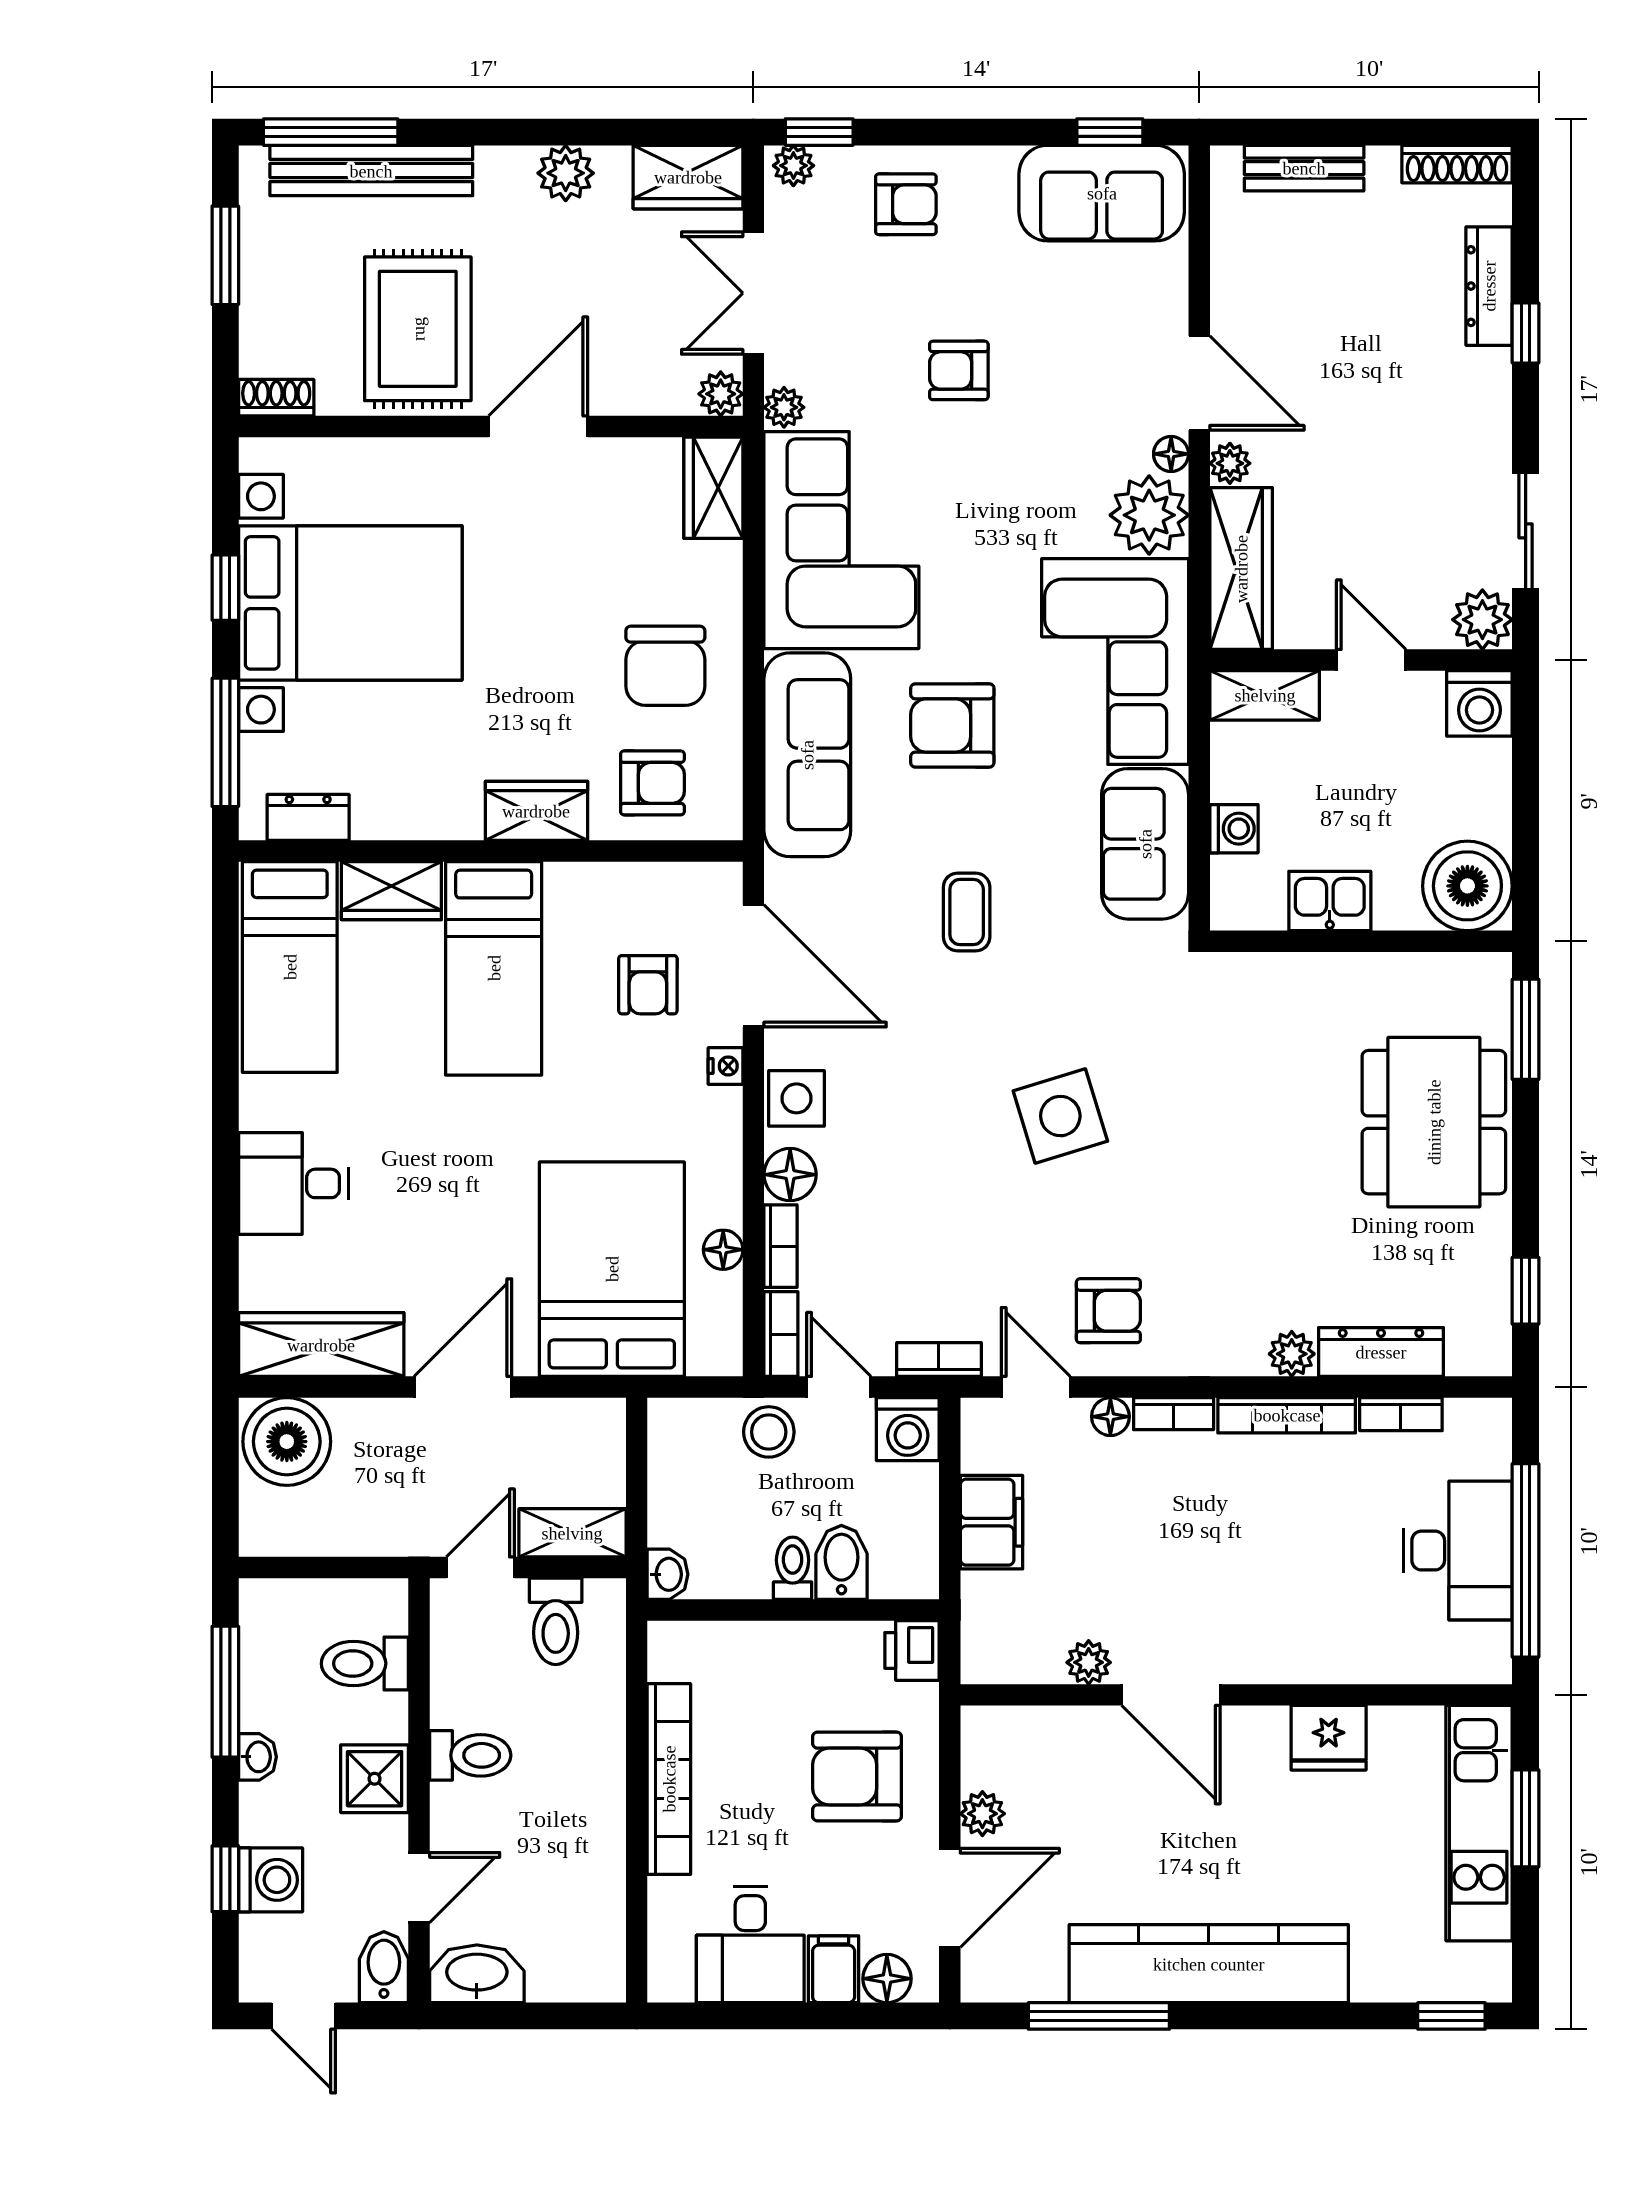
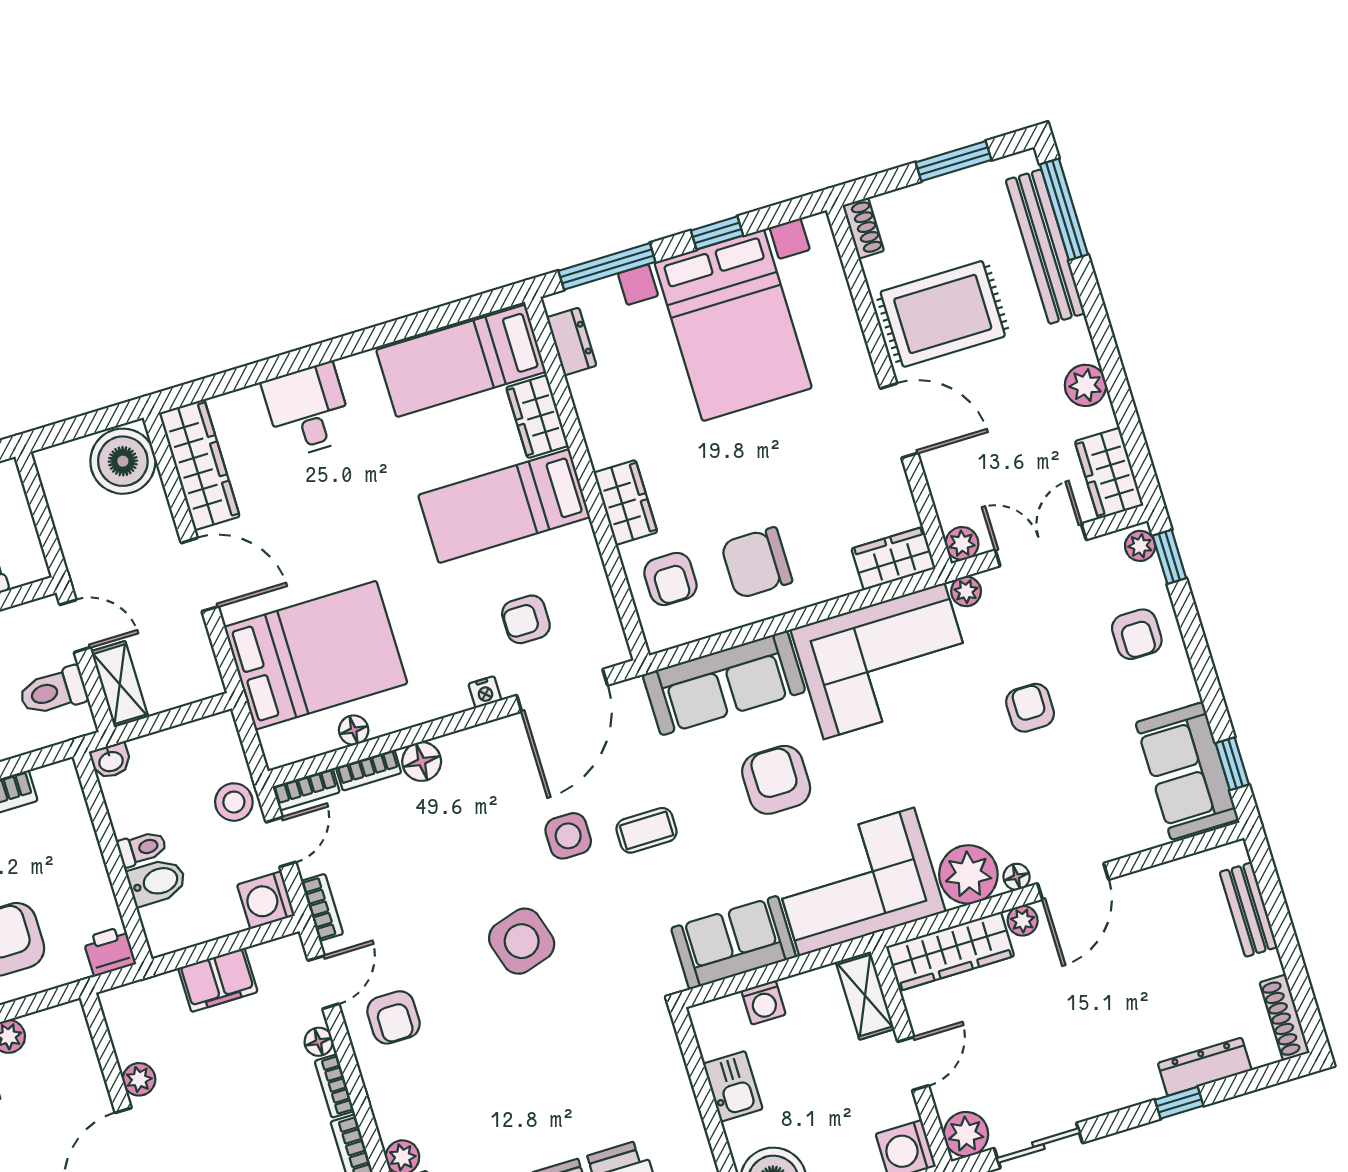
side table: (796, 1098) -> (568, 836), moved

